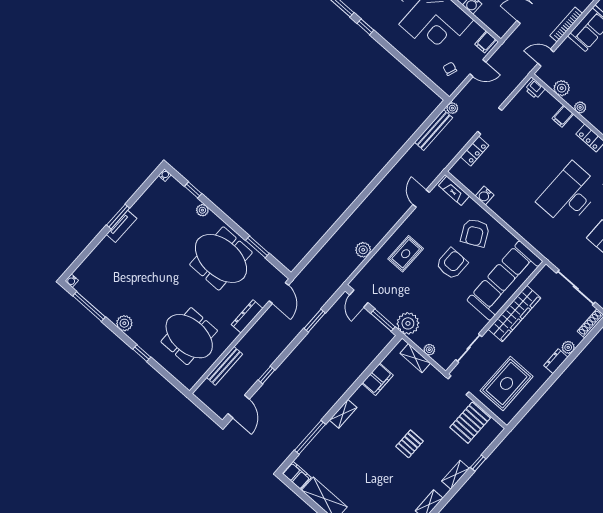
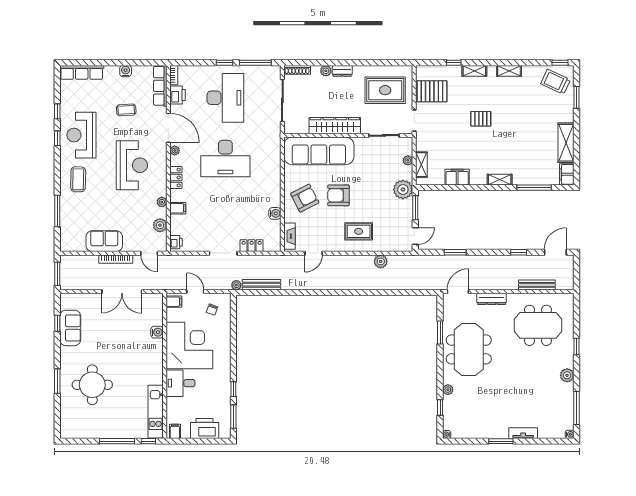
tv unit: (122, 226) -> (523, 433), moved
meeting table: (189, 336) -> (538, 325), turned 90

